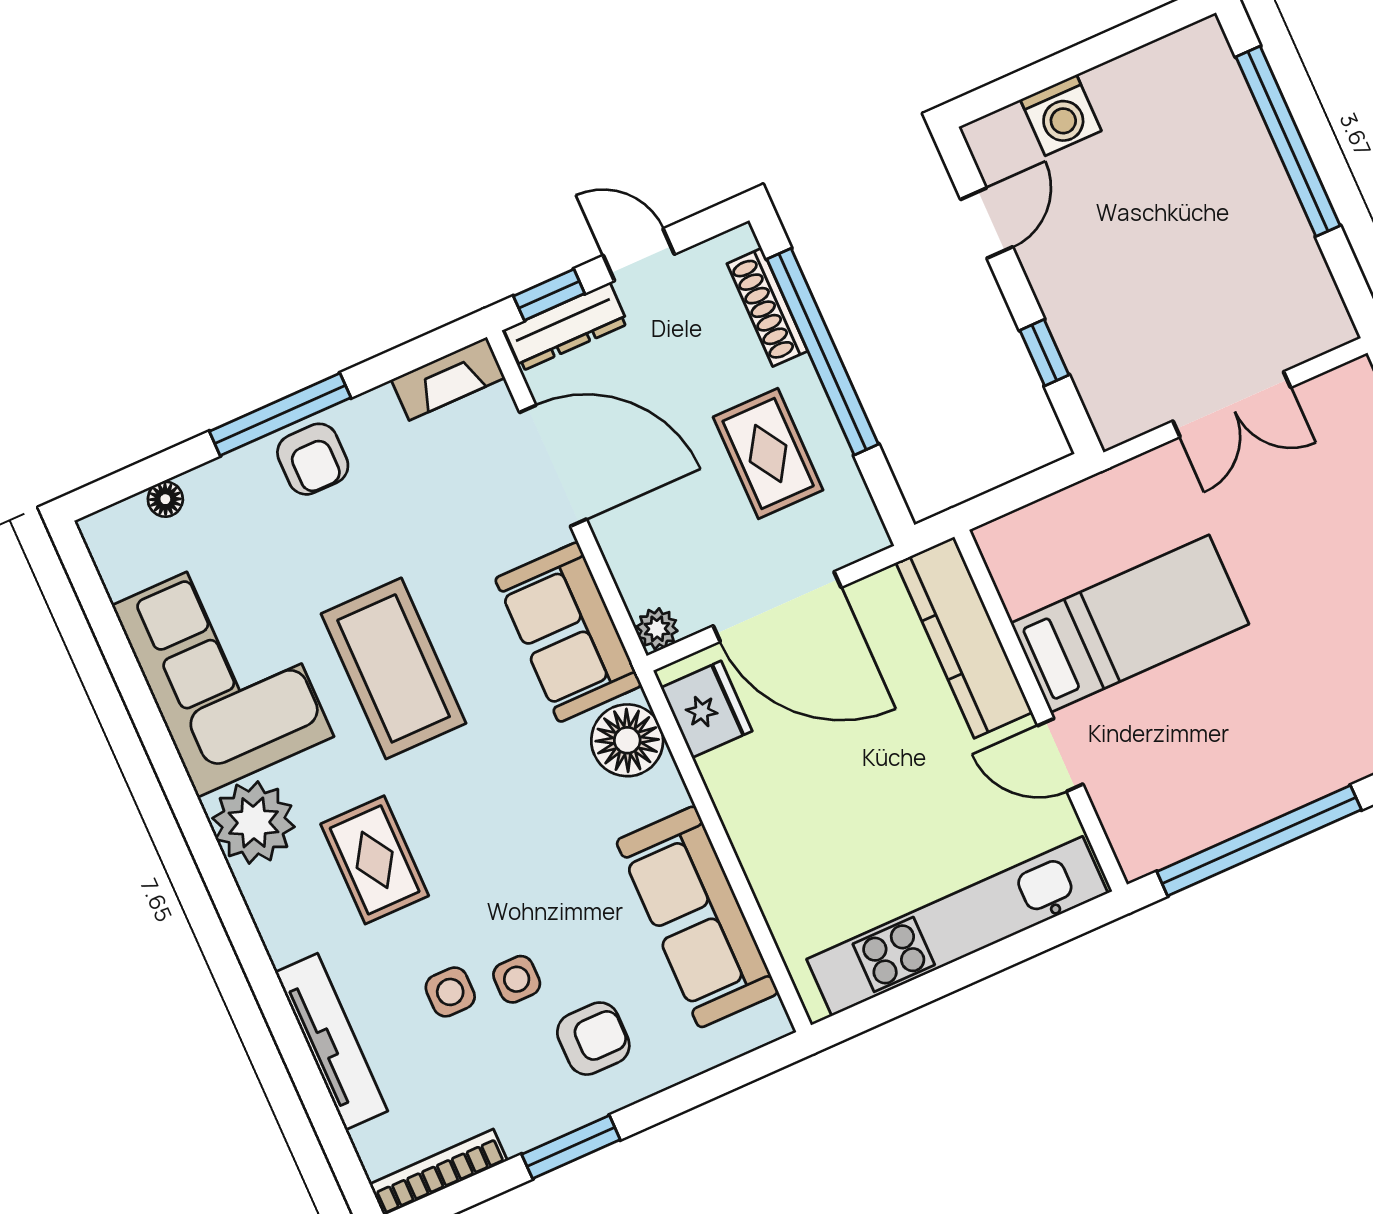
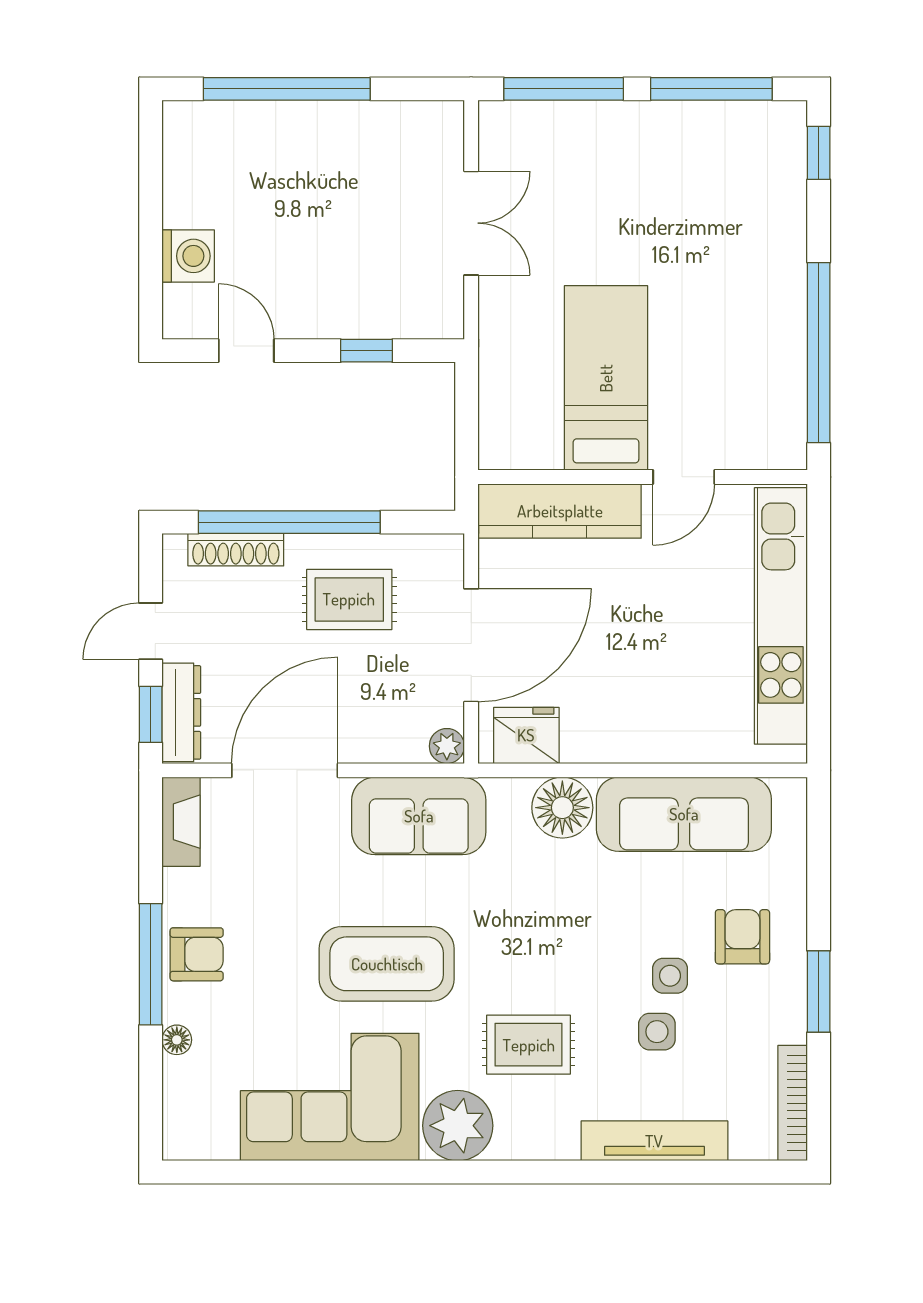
floor lamp: (165, 499) -> (177, 1040), moved
floor lamp: (627, 740) -> (562, 808), moved

